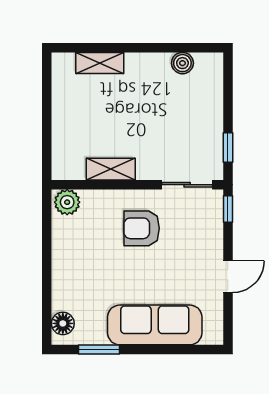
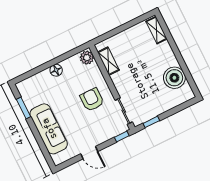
shelving: (100, 63) -> (156, 30), moved
boiler: (182, 63) -> (174, 78), width x1.86, depth x1.86
shelving: (111, 169) -> (108, 61), moved
floor lamp: (63, 323) -> (56, 70), moved

